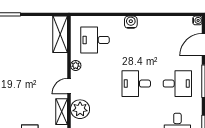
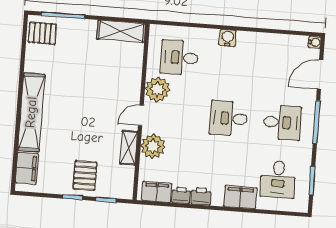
shelving: (60, 34) -> (121, 31), moved, turned 90
plant: (76, 66) -> (157, 89), width x1.88, depth x1.88

